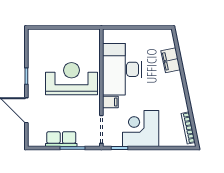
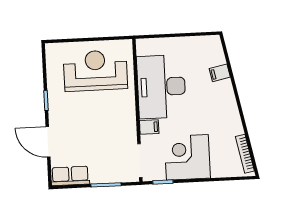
filing cabinet: (171, 60) -> (220, 73), width x0.50
reception desk: (71, 79) -> (95, 71), moved
row of seats: (61, 139) -> (70, 176), moved

